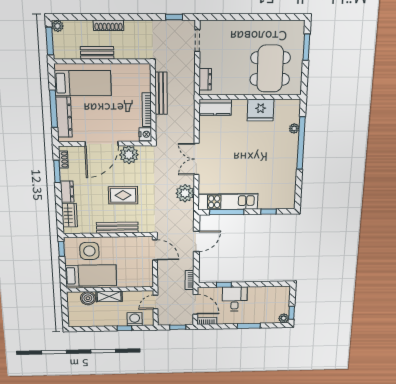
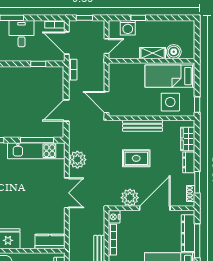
desk: (235, 299) -> (22, 34), moved, turned 180

